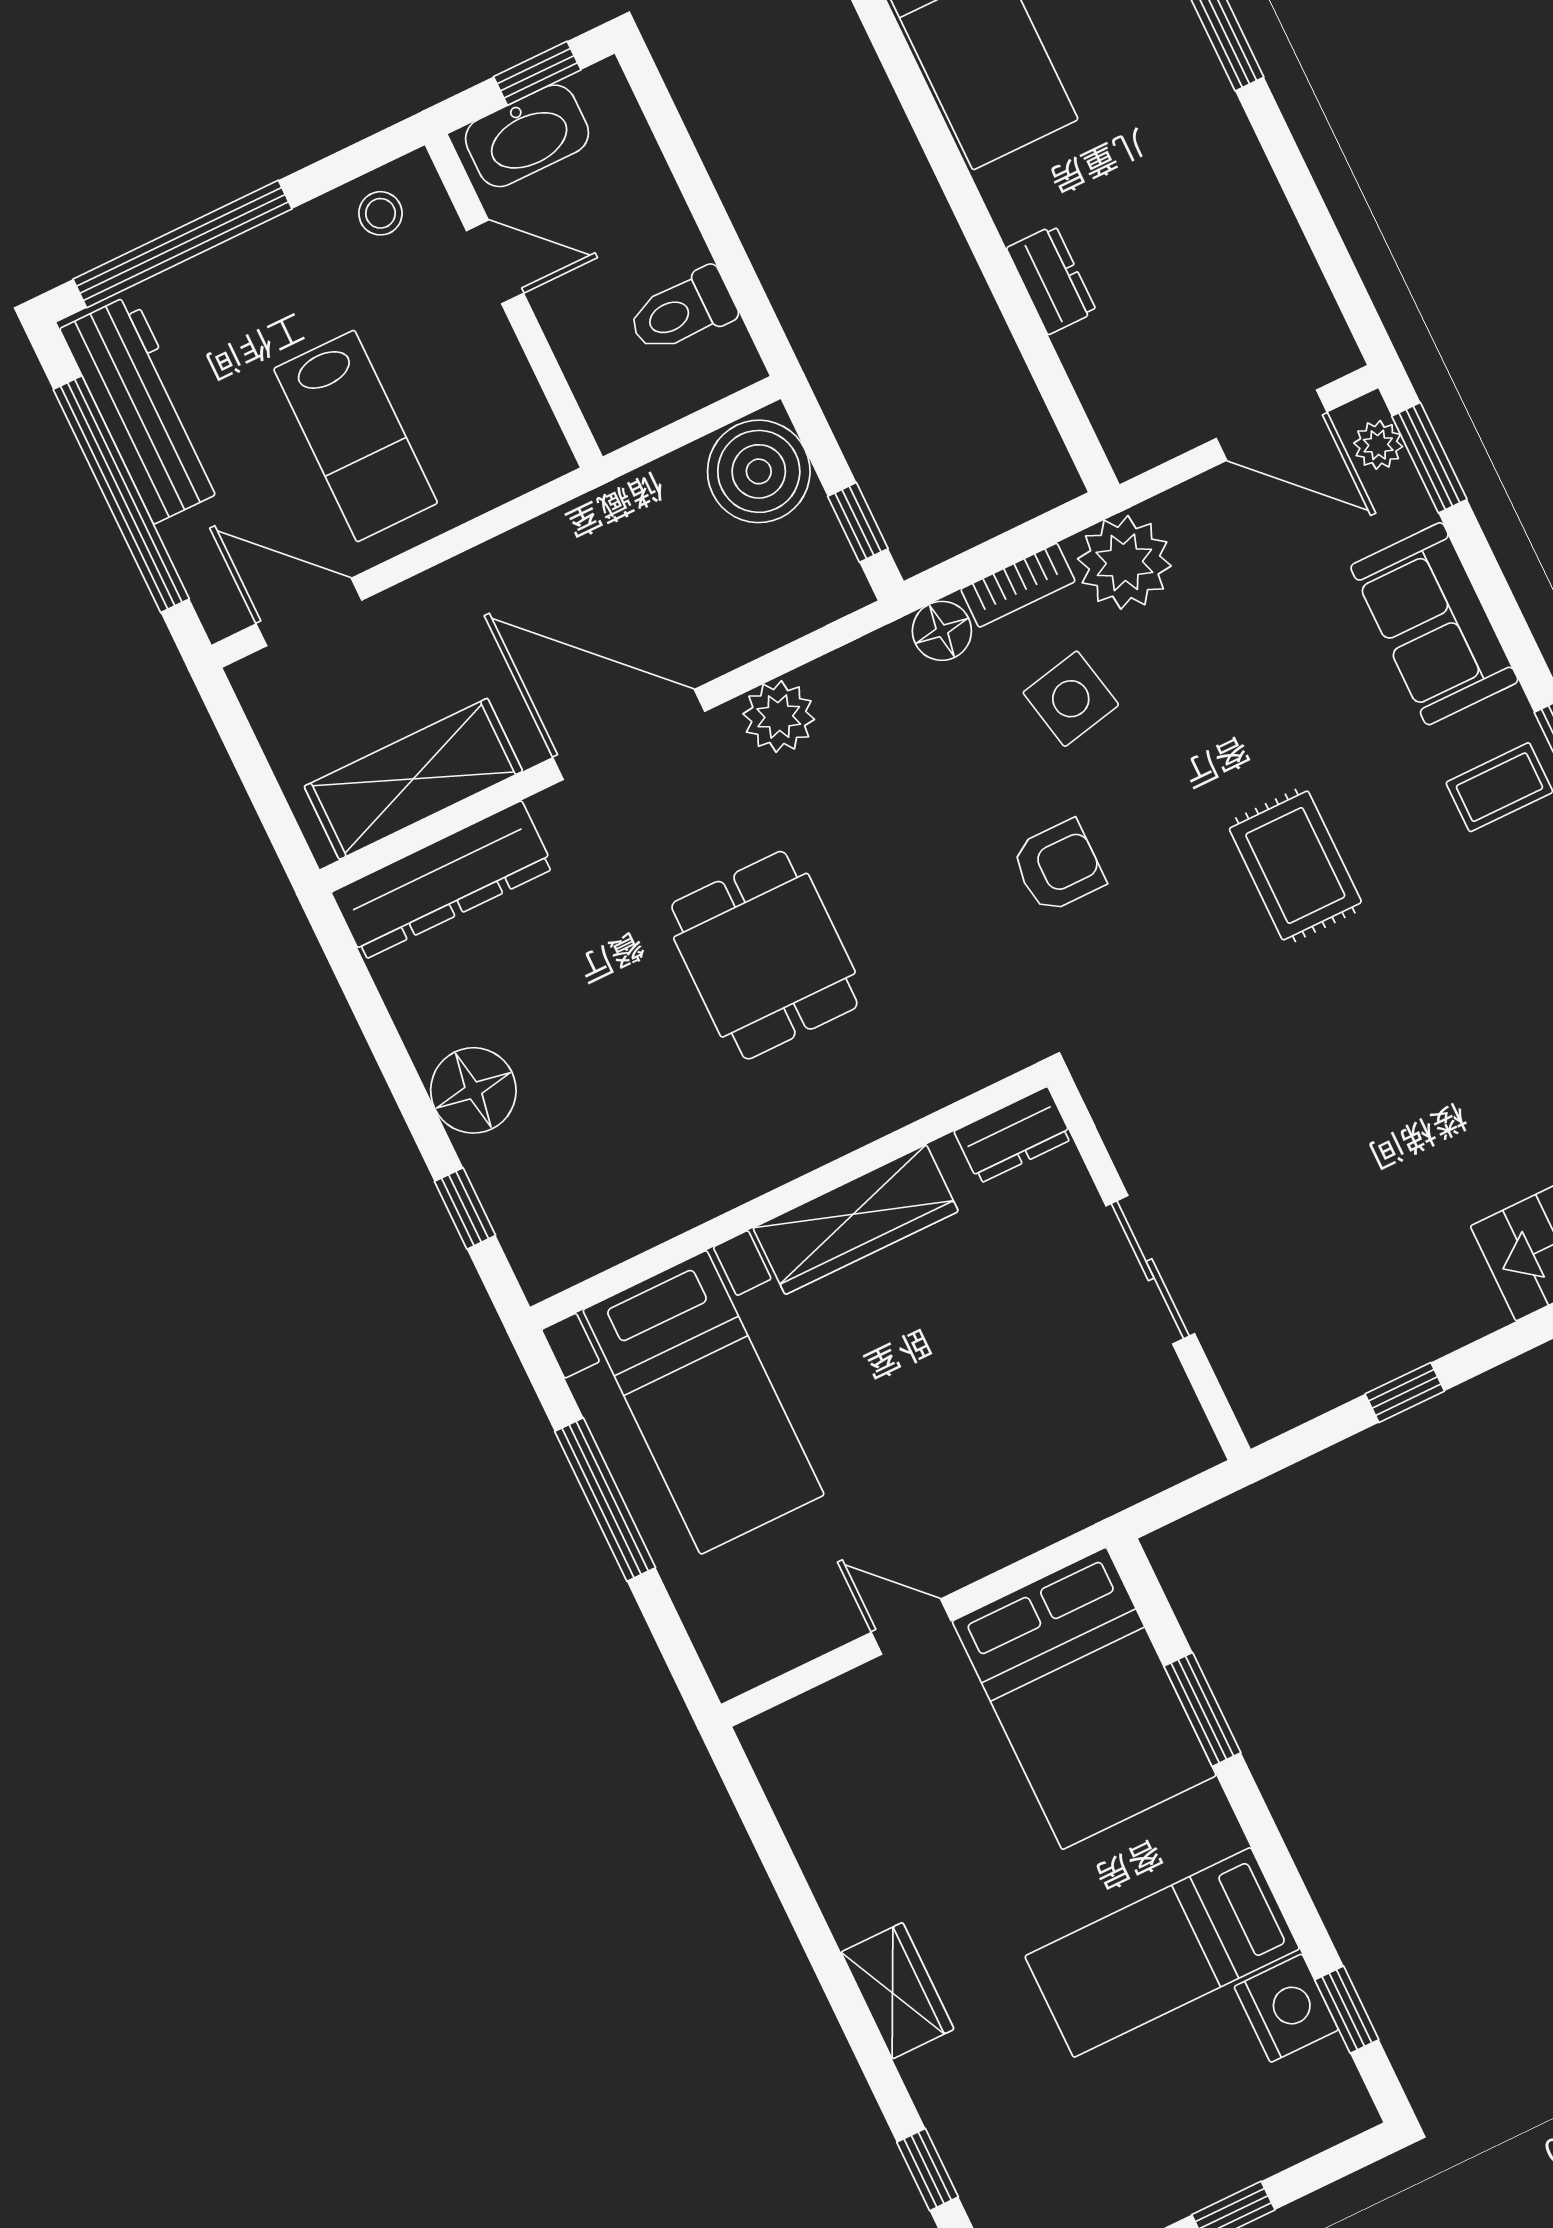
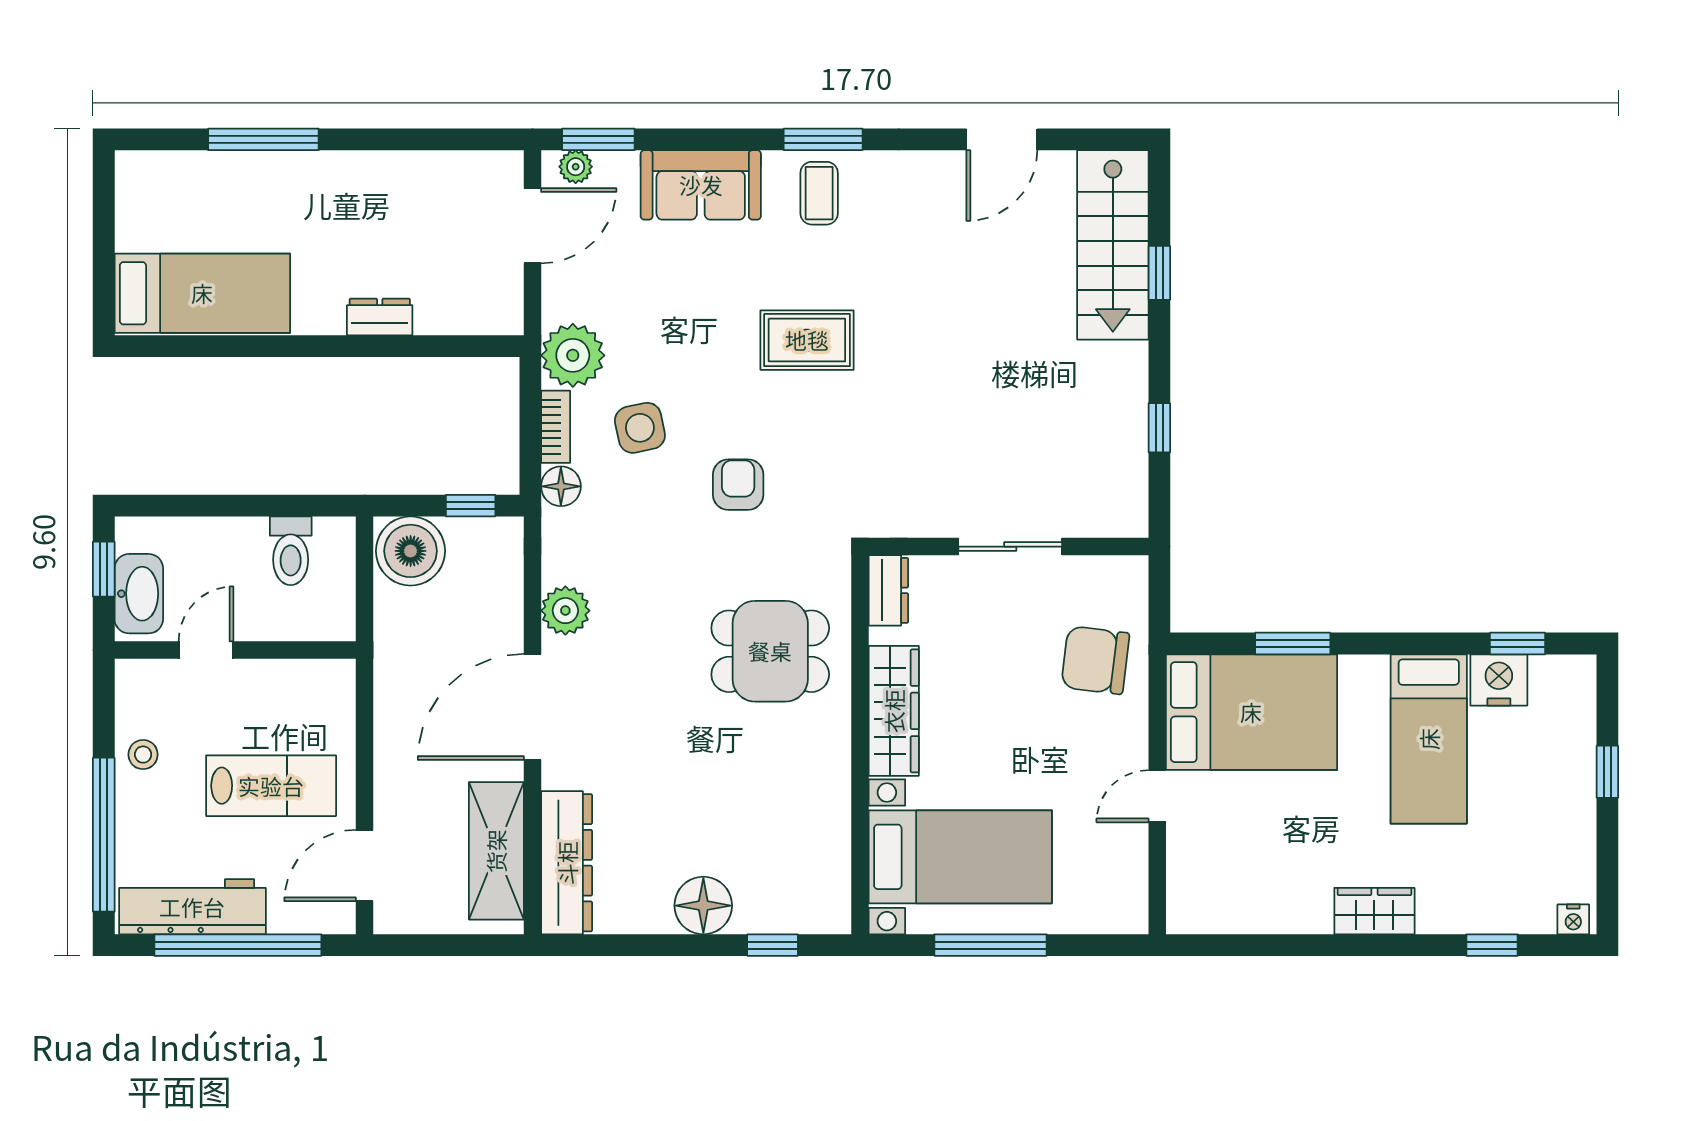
stool: (380, 213) -> (143, 755), moved
dining table: (764, 955) -> (770, 651), moved
chair: (1053, 1456) -> (1095, 660), added

